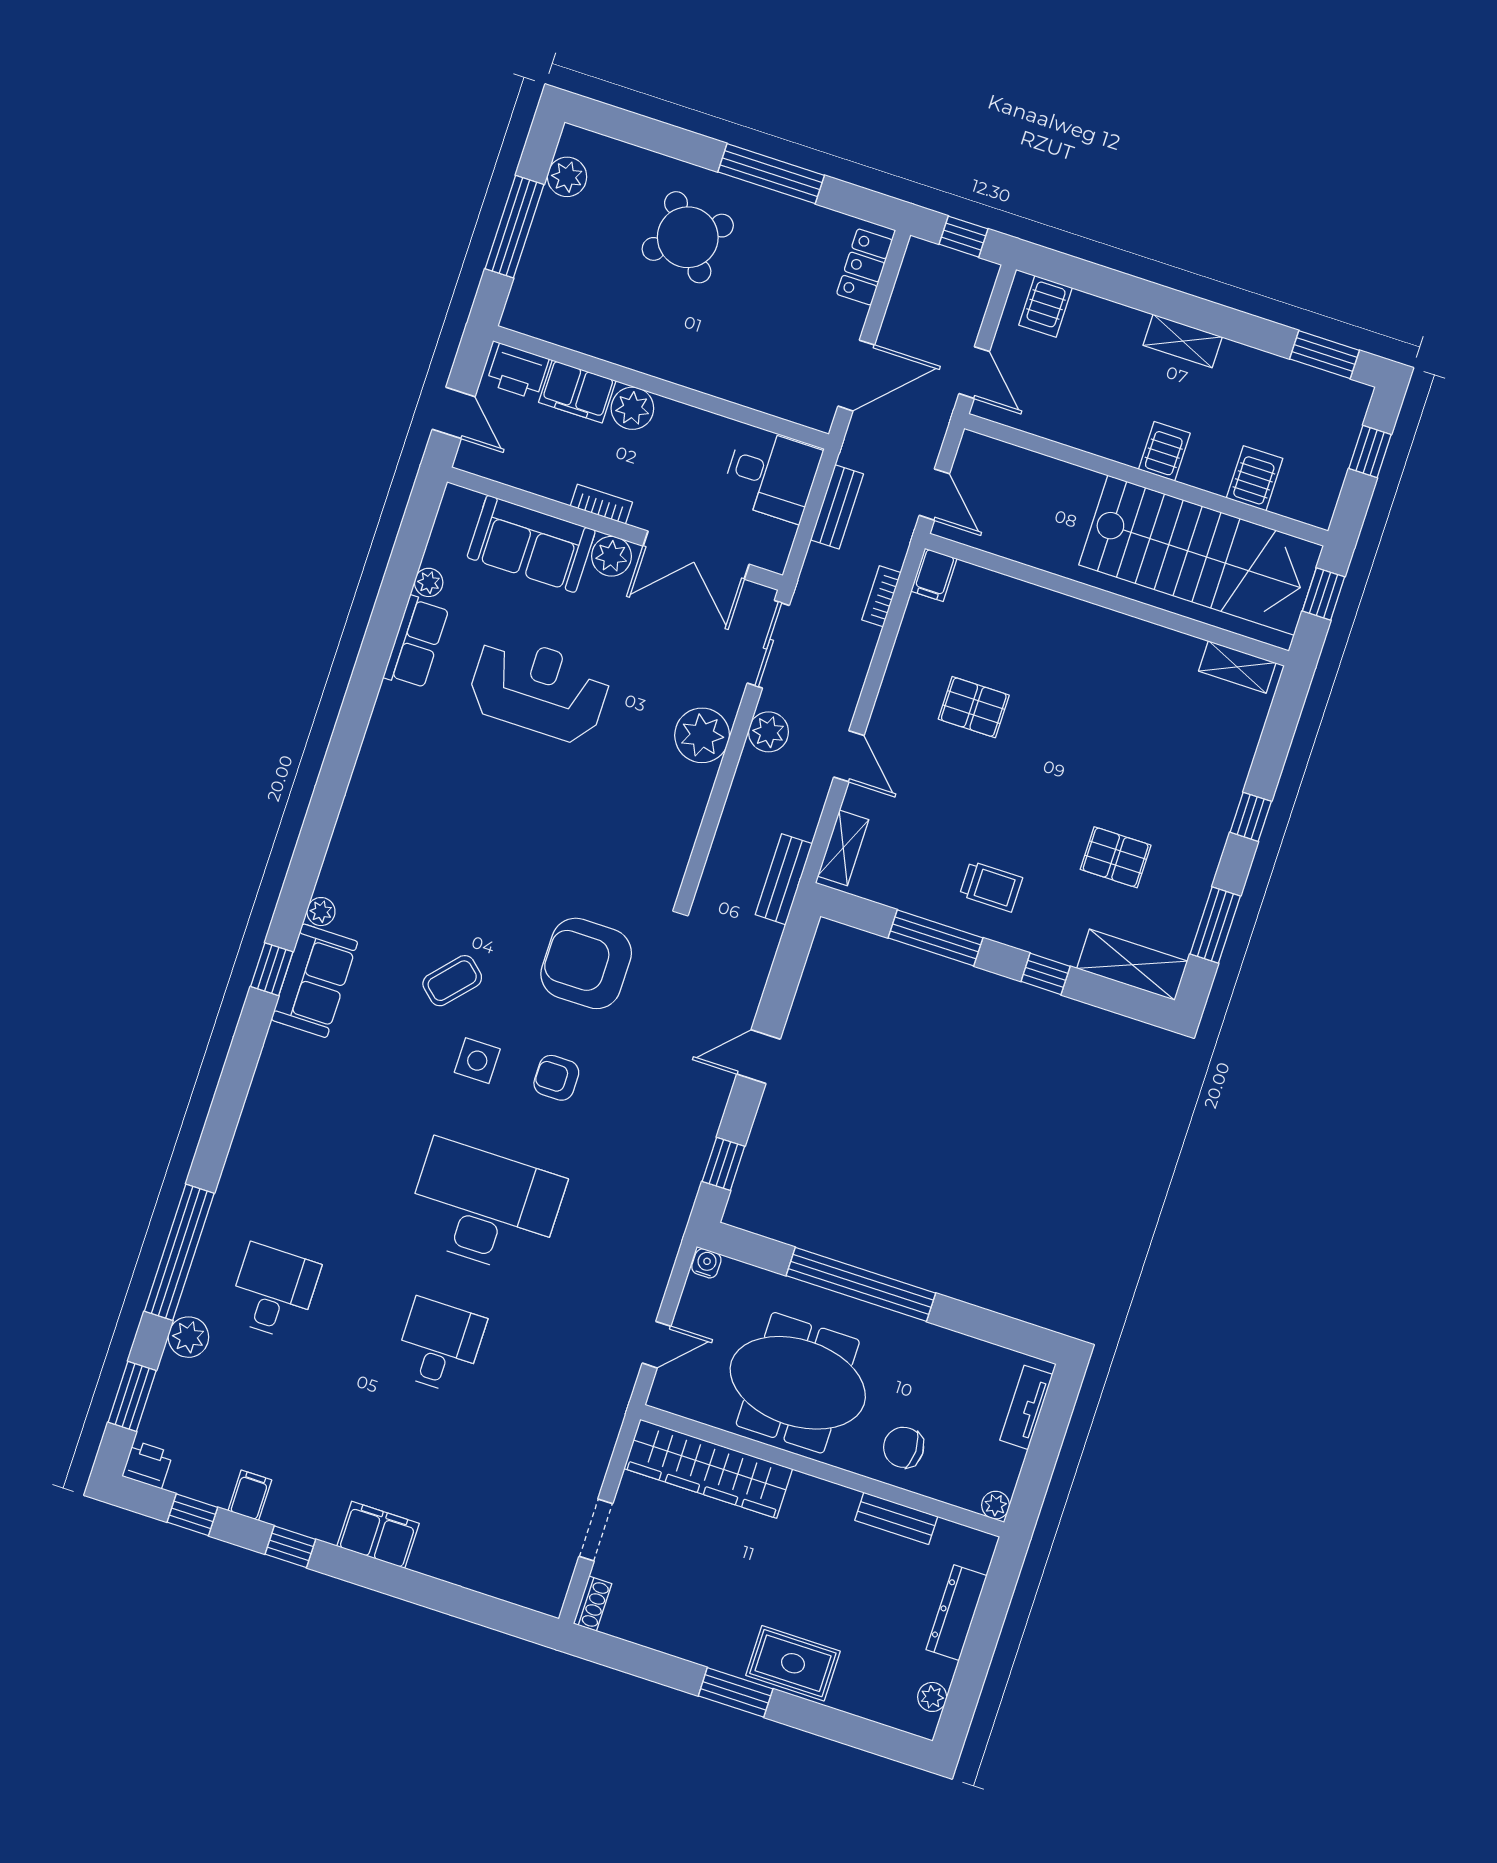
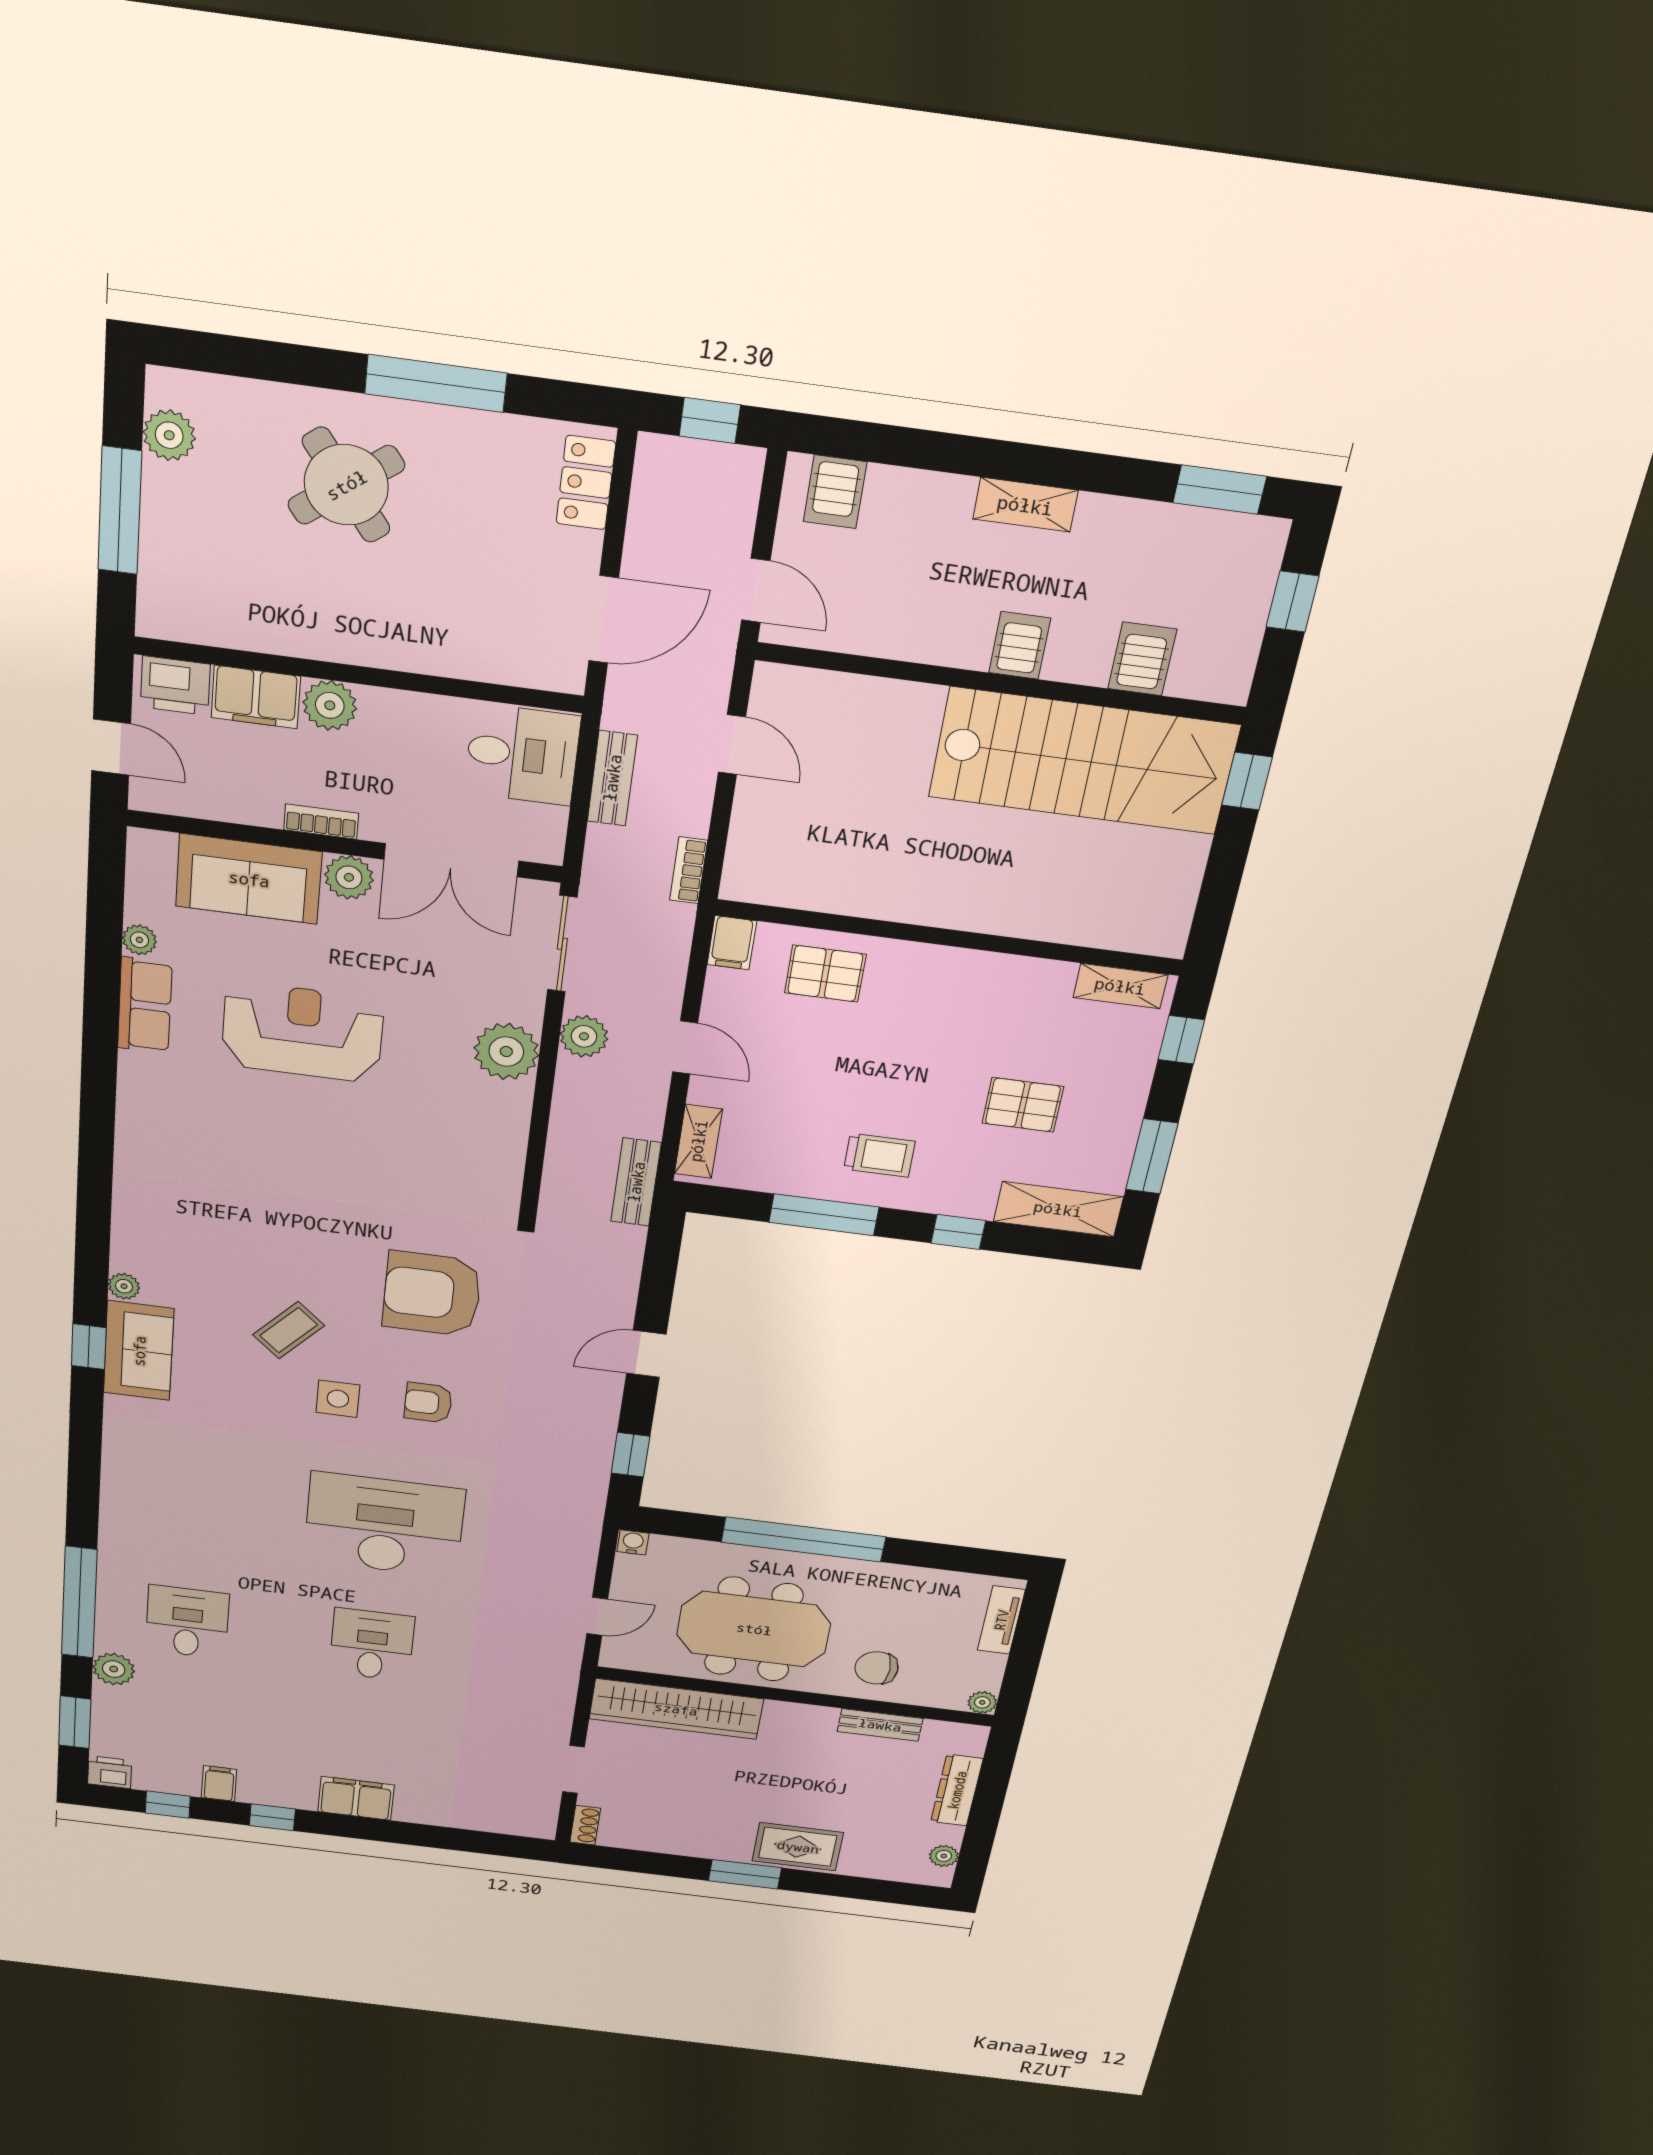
filing cabinet: (934, 575) -> (732, 943), moved
wall: (1107, 600) -> (949, 938), moved
shelving: (1237, 667) -> (1120, 986), moved

